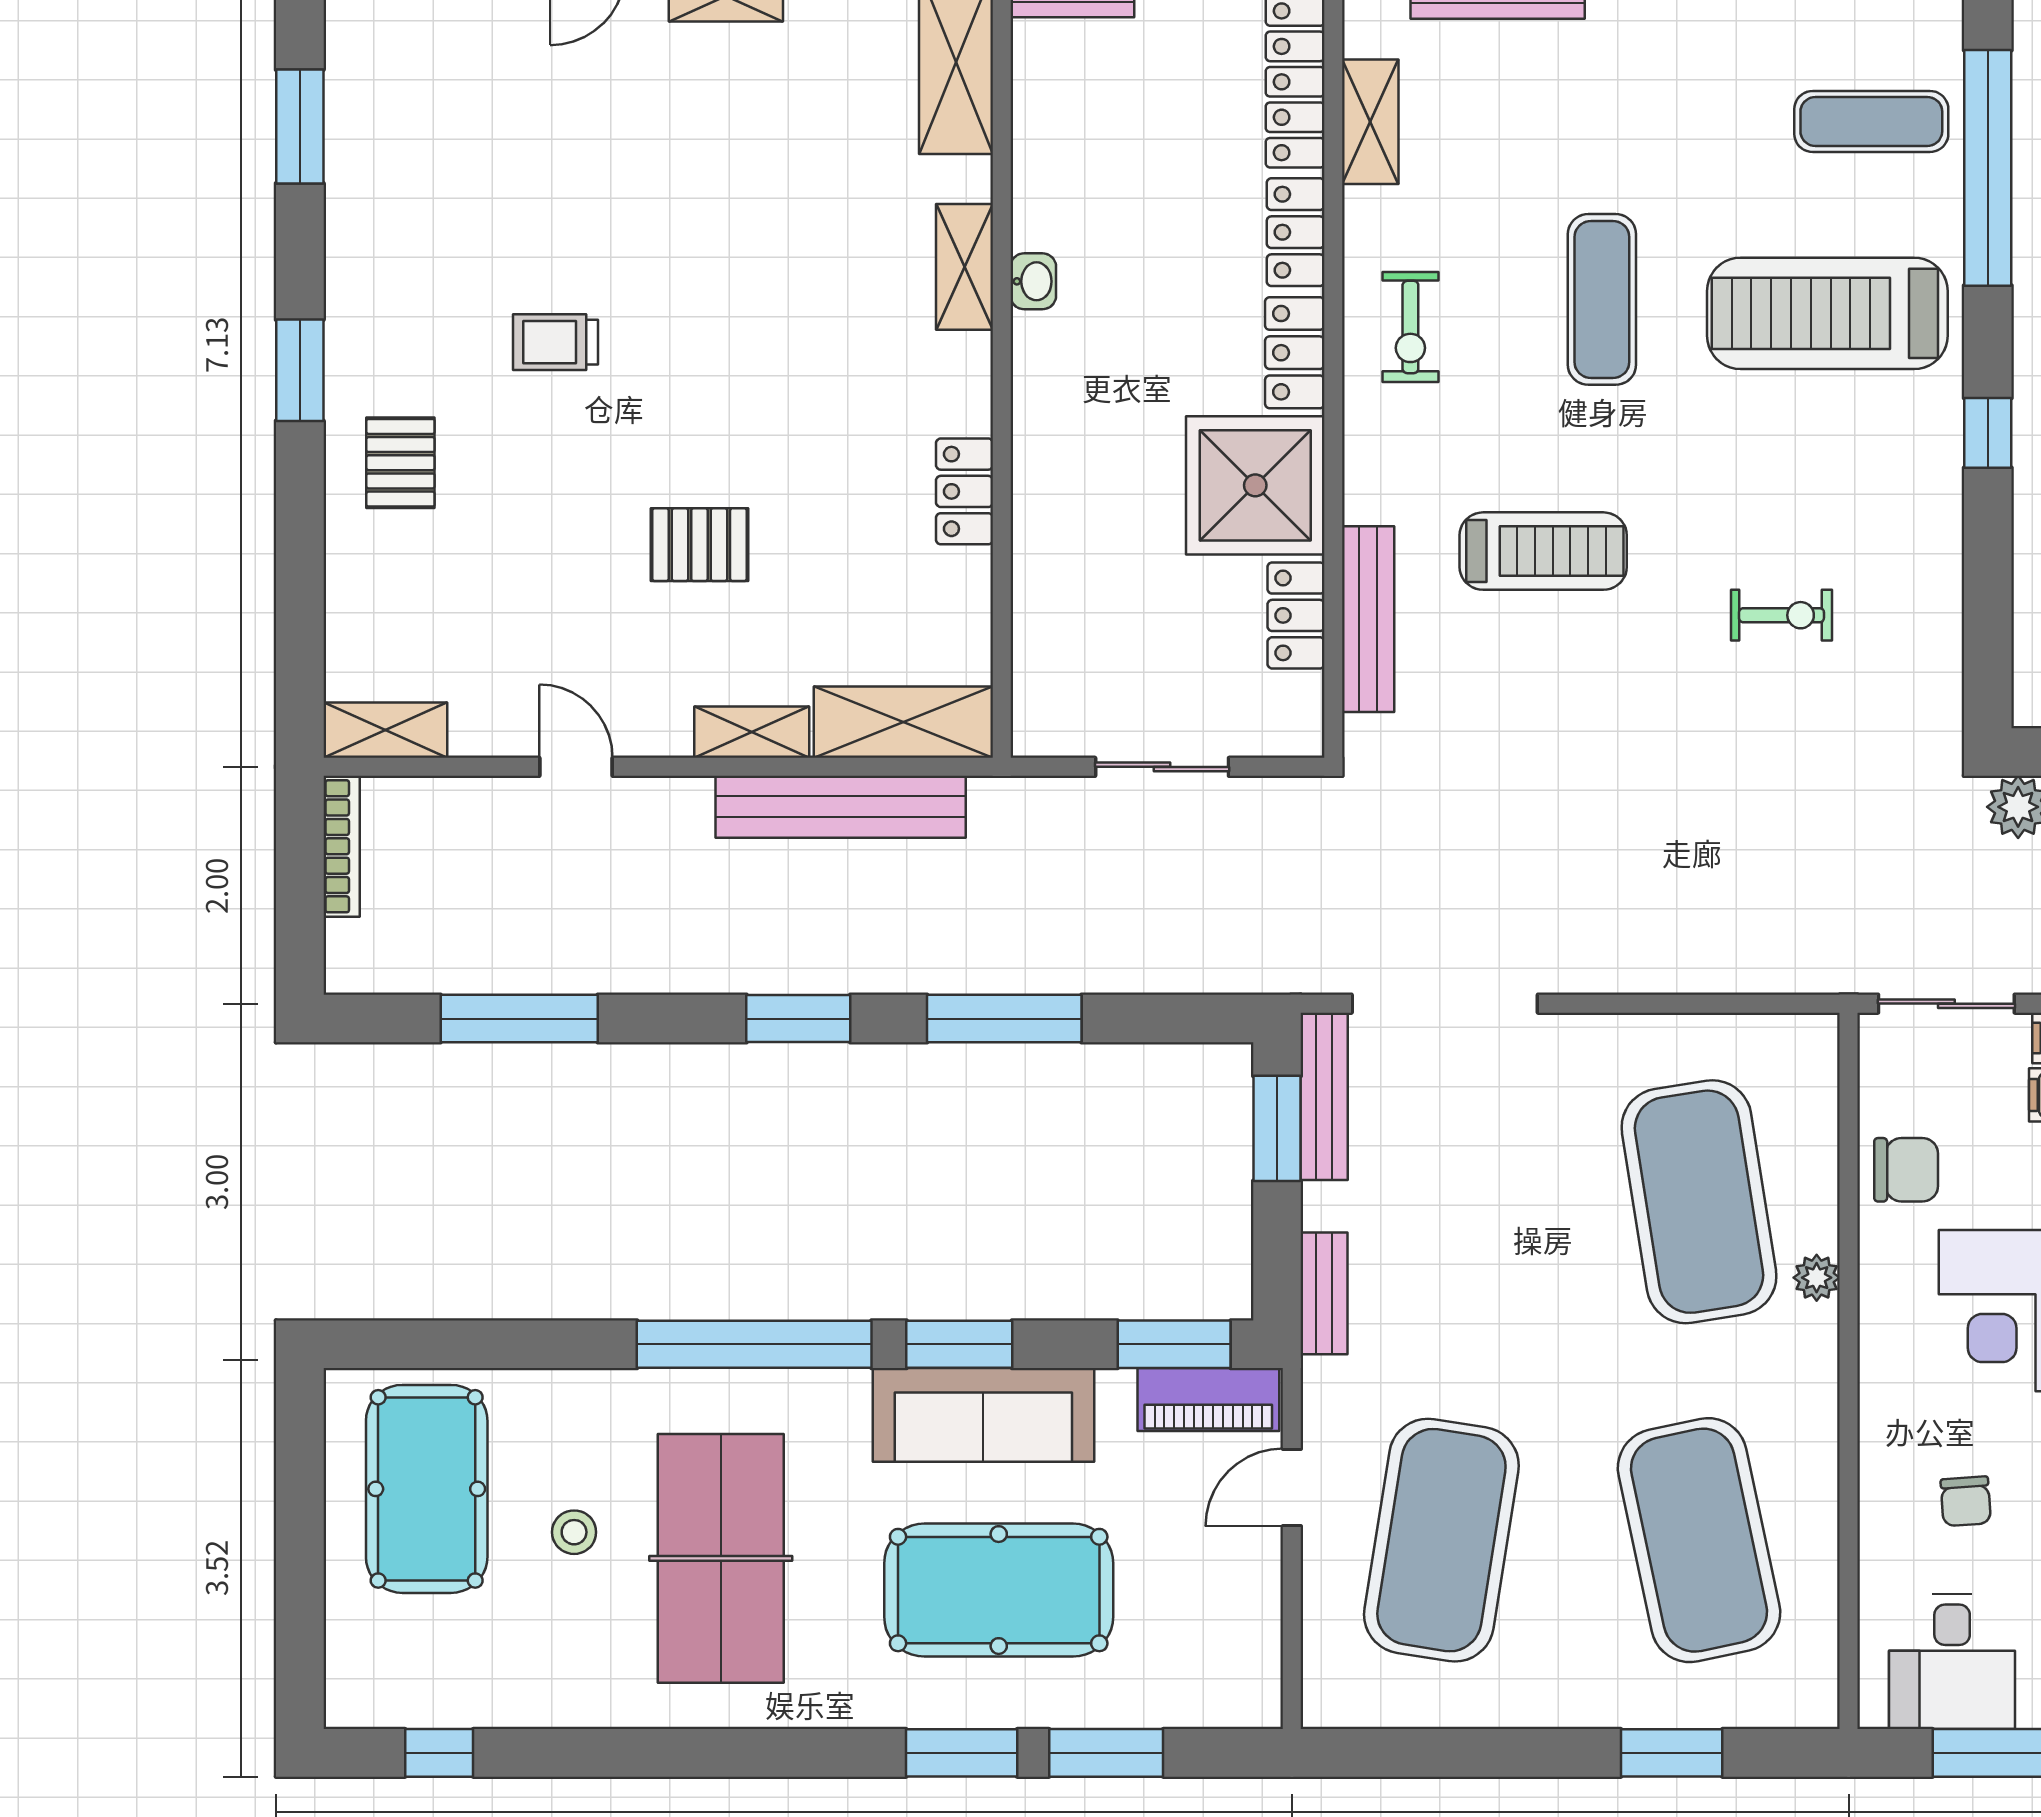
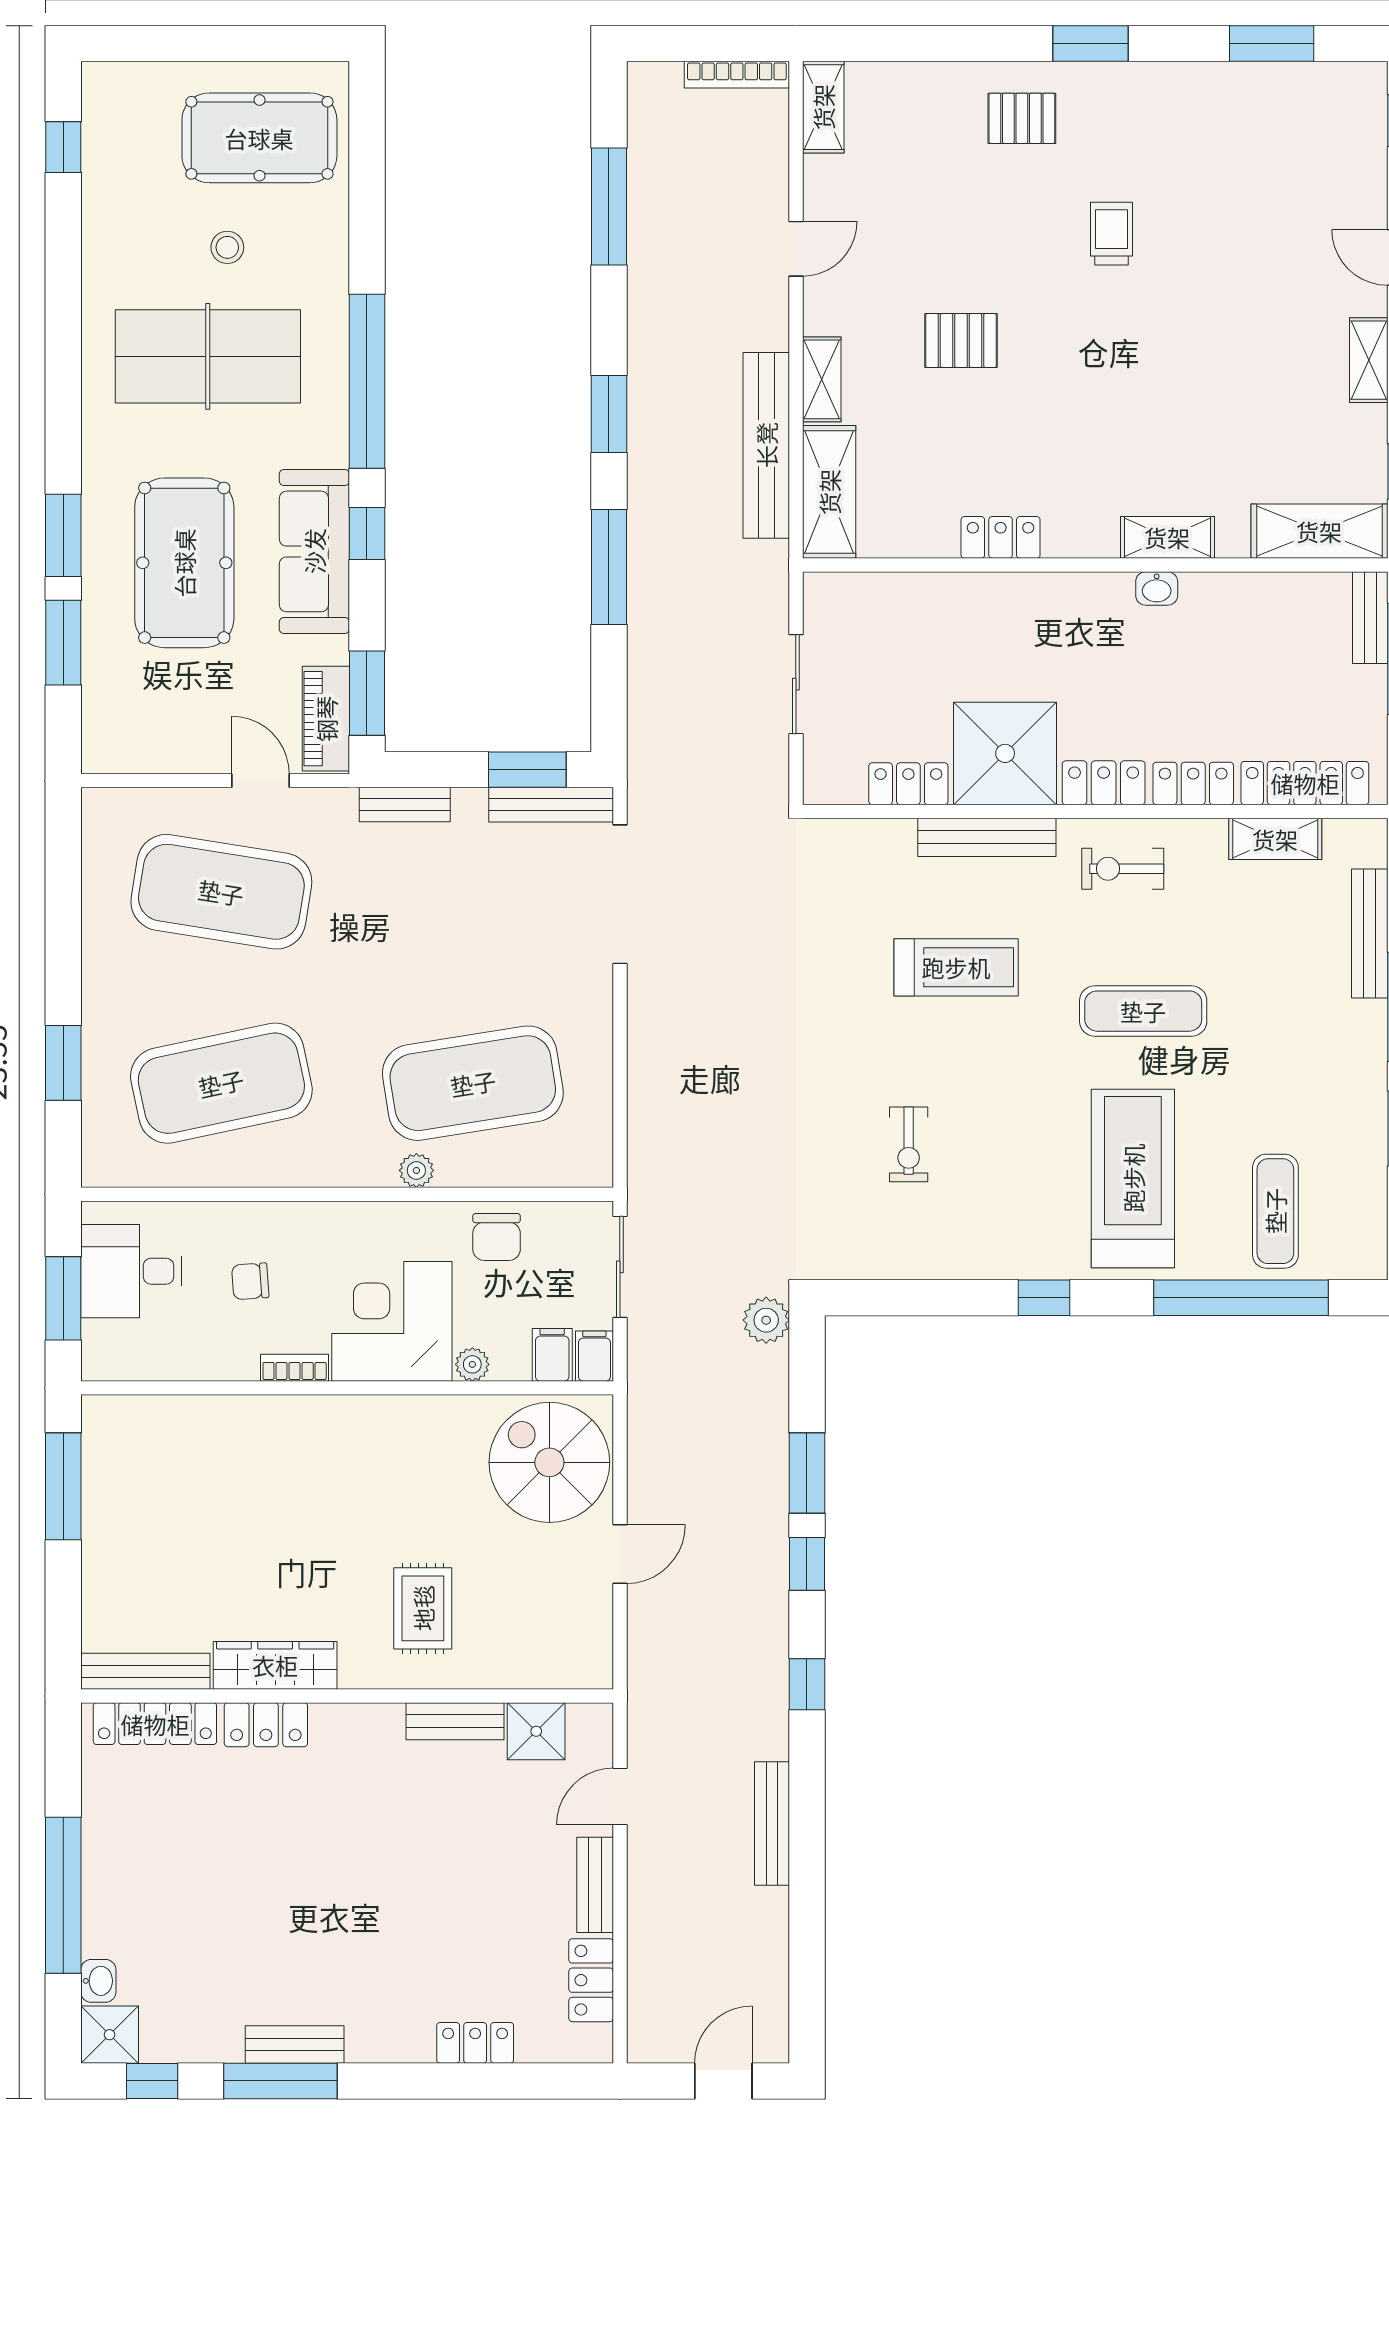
pallet: (699, 545) -> (961, 341), turned 90
treadmill: (1543, 551) -> (956, 967), turned -90
bench: (1368, 619) -> (987, 837), moved
window: (959, 1344) -> (367, 534), width x0.67

